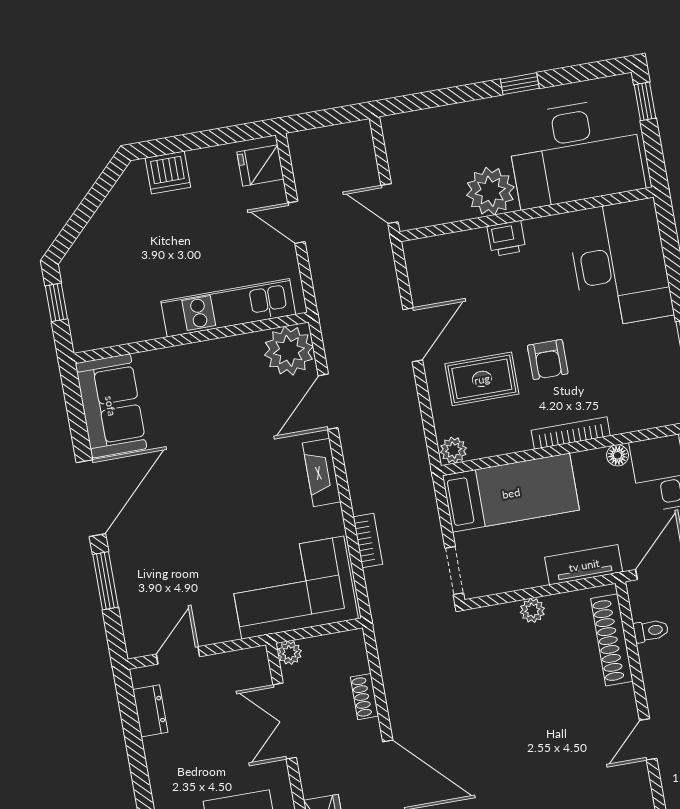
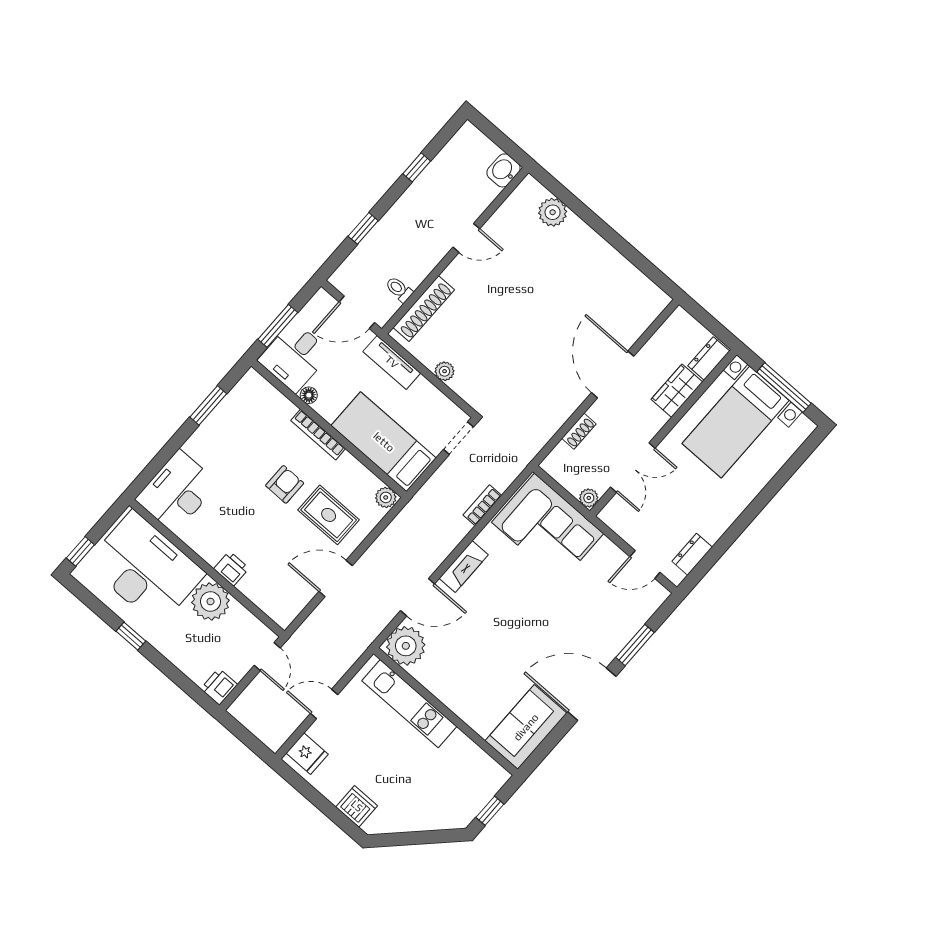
printer: (398, 131) -> (219, 687), added
door: (296, 222) -> (324, 704), swing flipped
desk: (620, 264) -> (177, 491), width x0.73, depth x0.77

